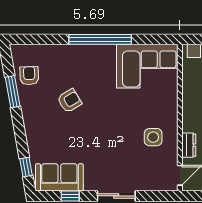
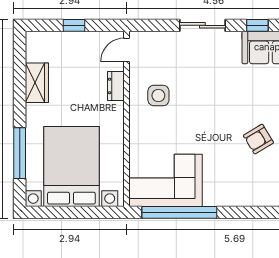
window: (100, 39) -> (179, 212), moved

